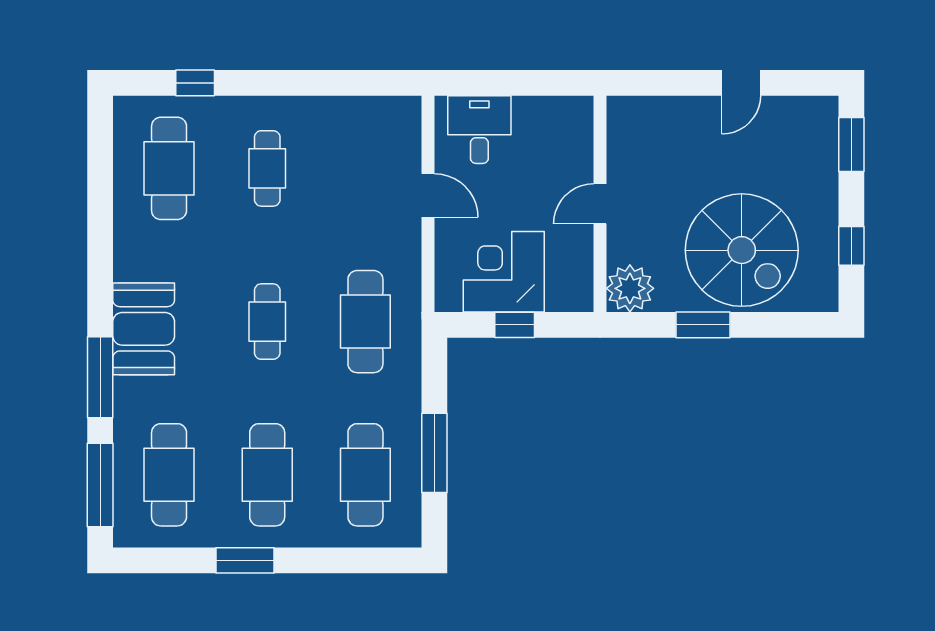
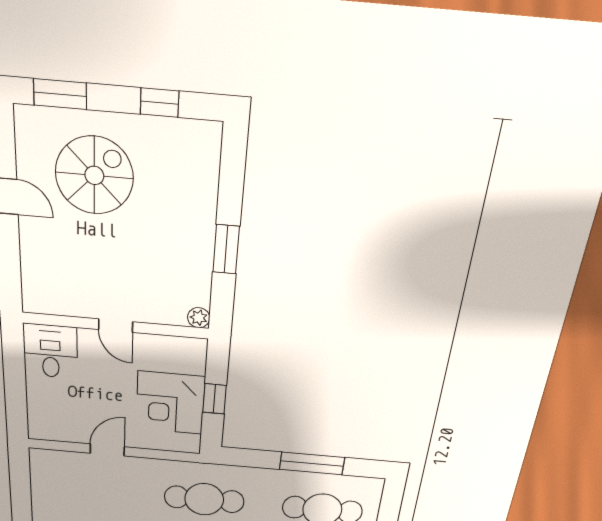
desk: (479, 130) -> (50, 351), moved, turned 90
spiral stairs: (742, 250) -> (94, 175), moved, width x0.73, depth x0.73
plant: (630, 288) -> (199, 318), width x0.53, depth x0.53

